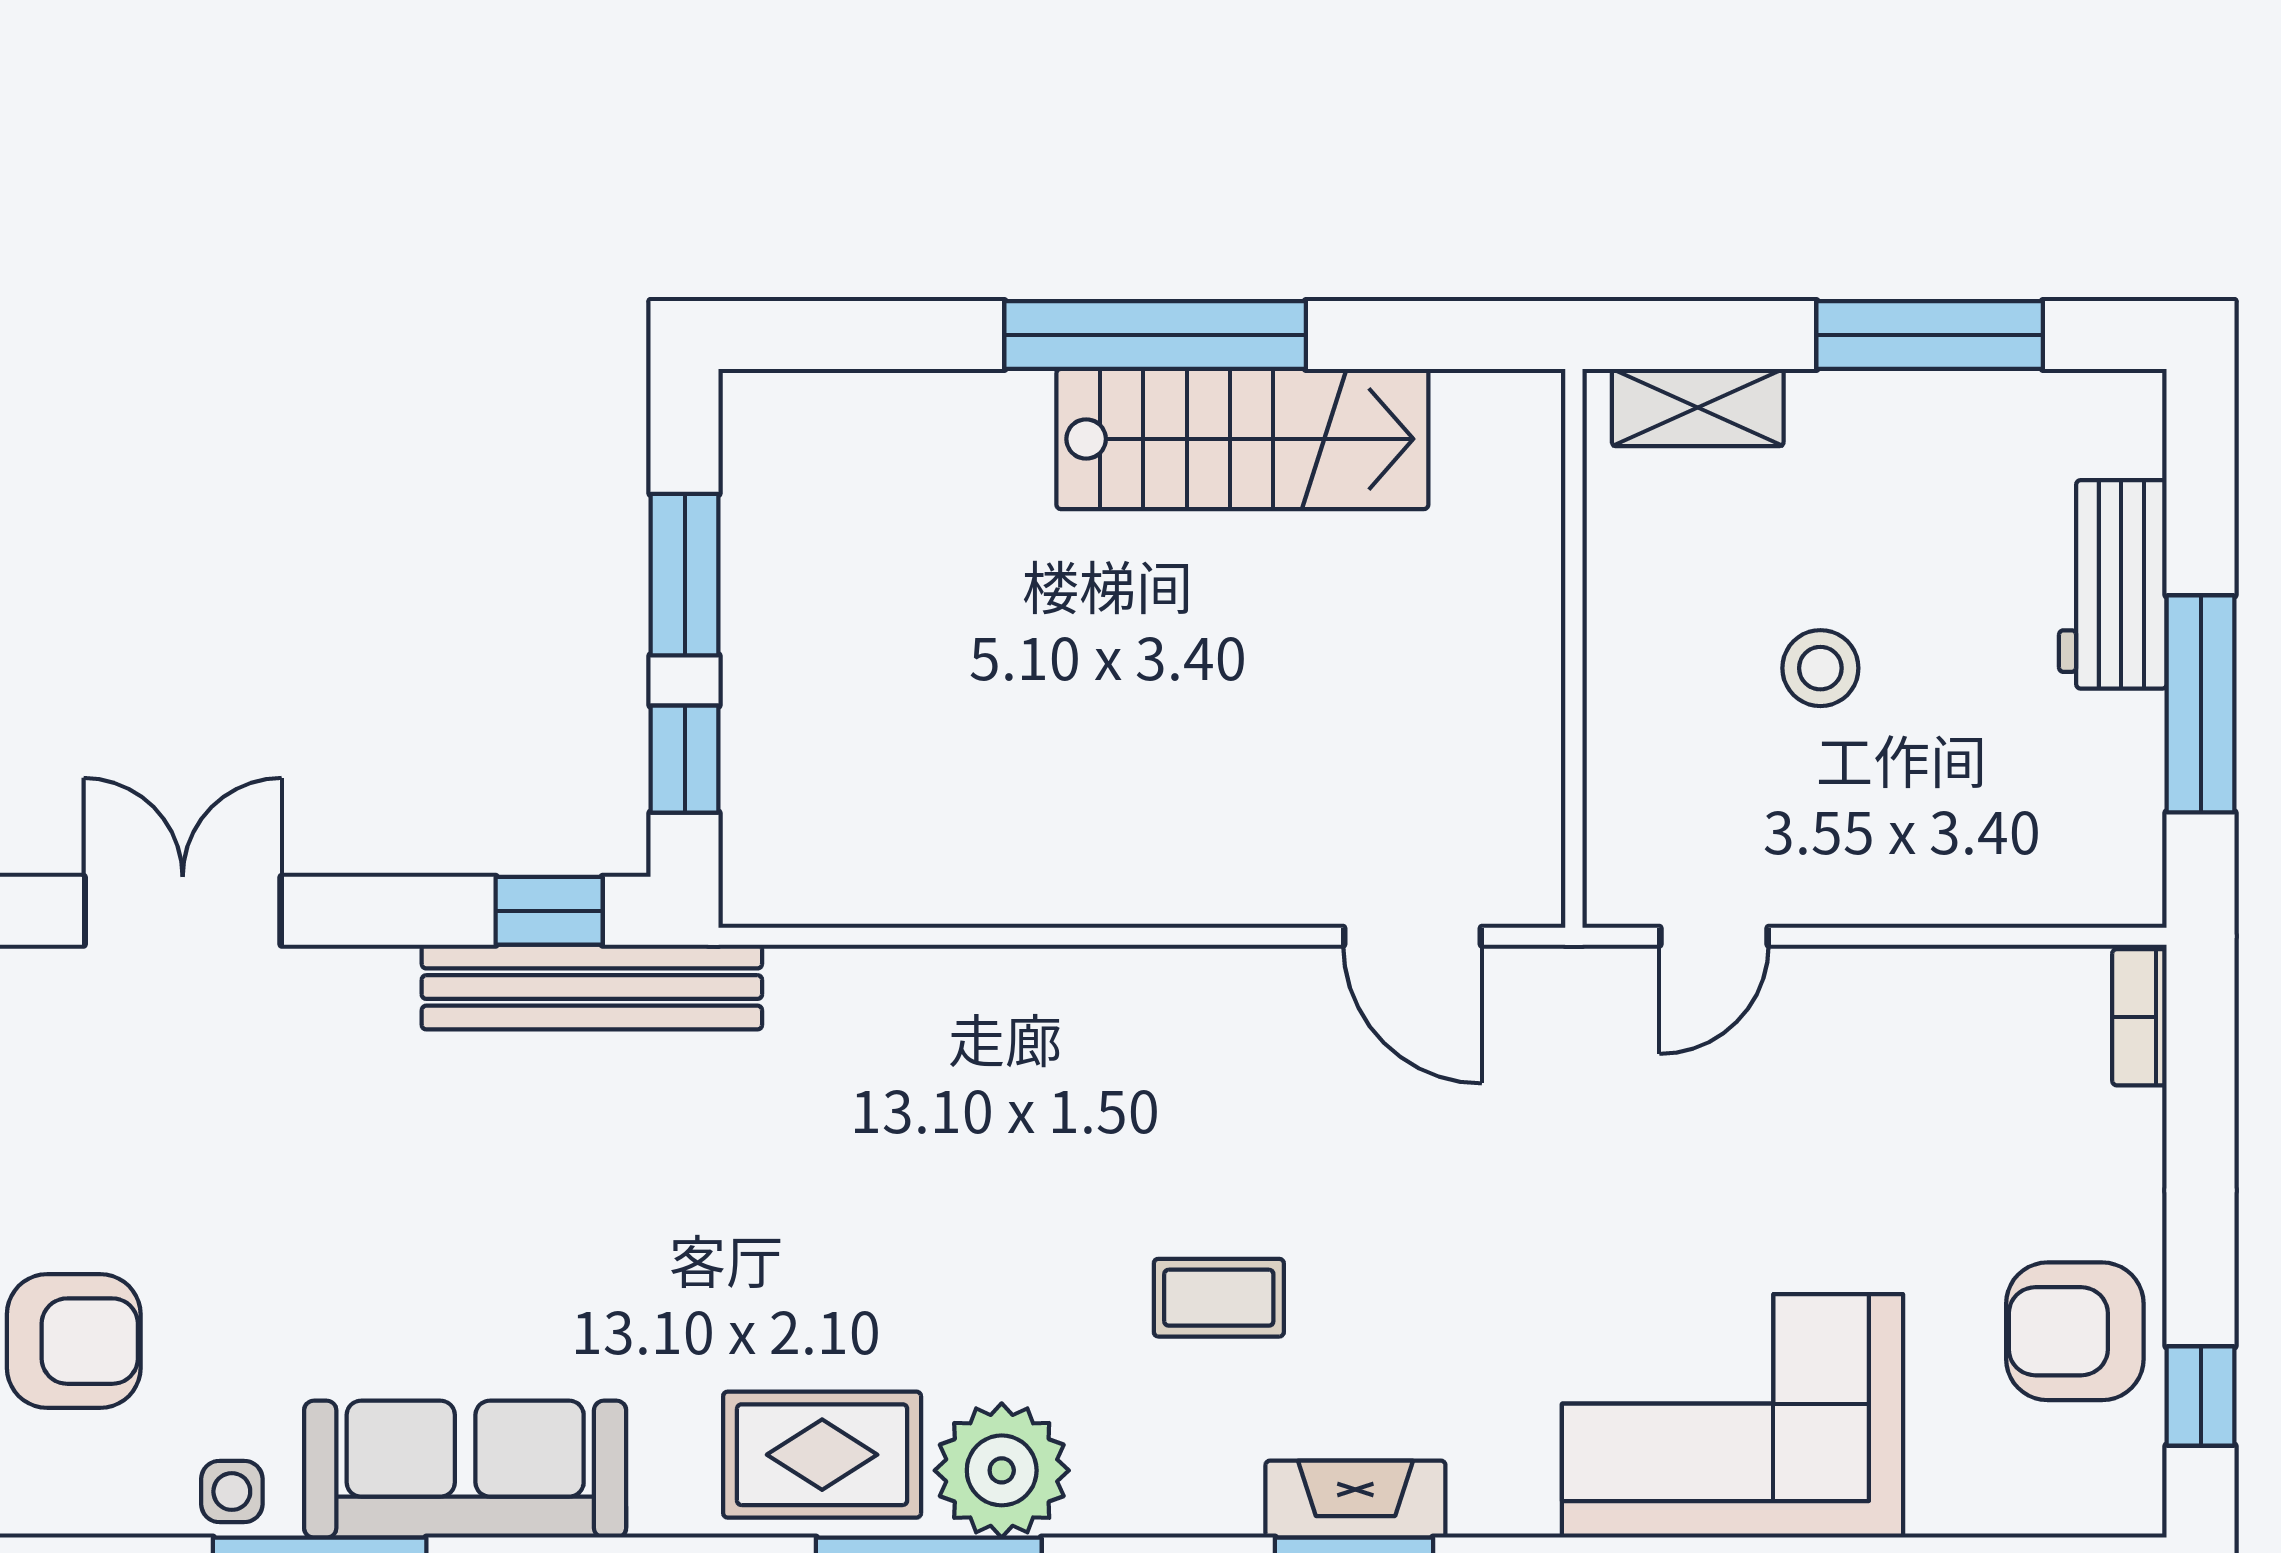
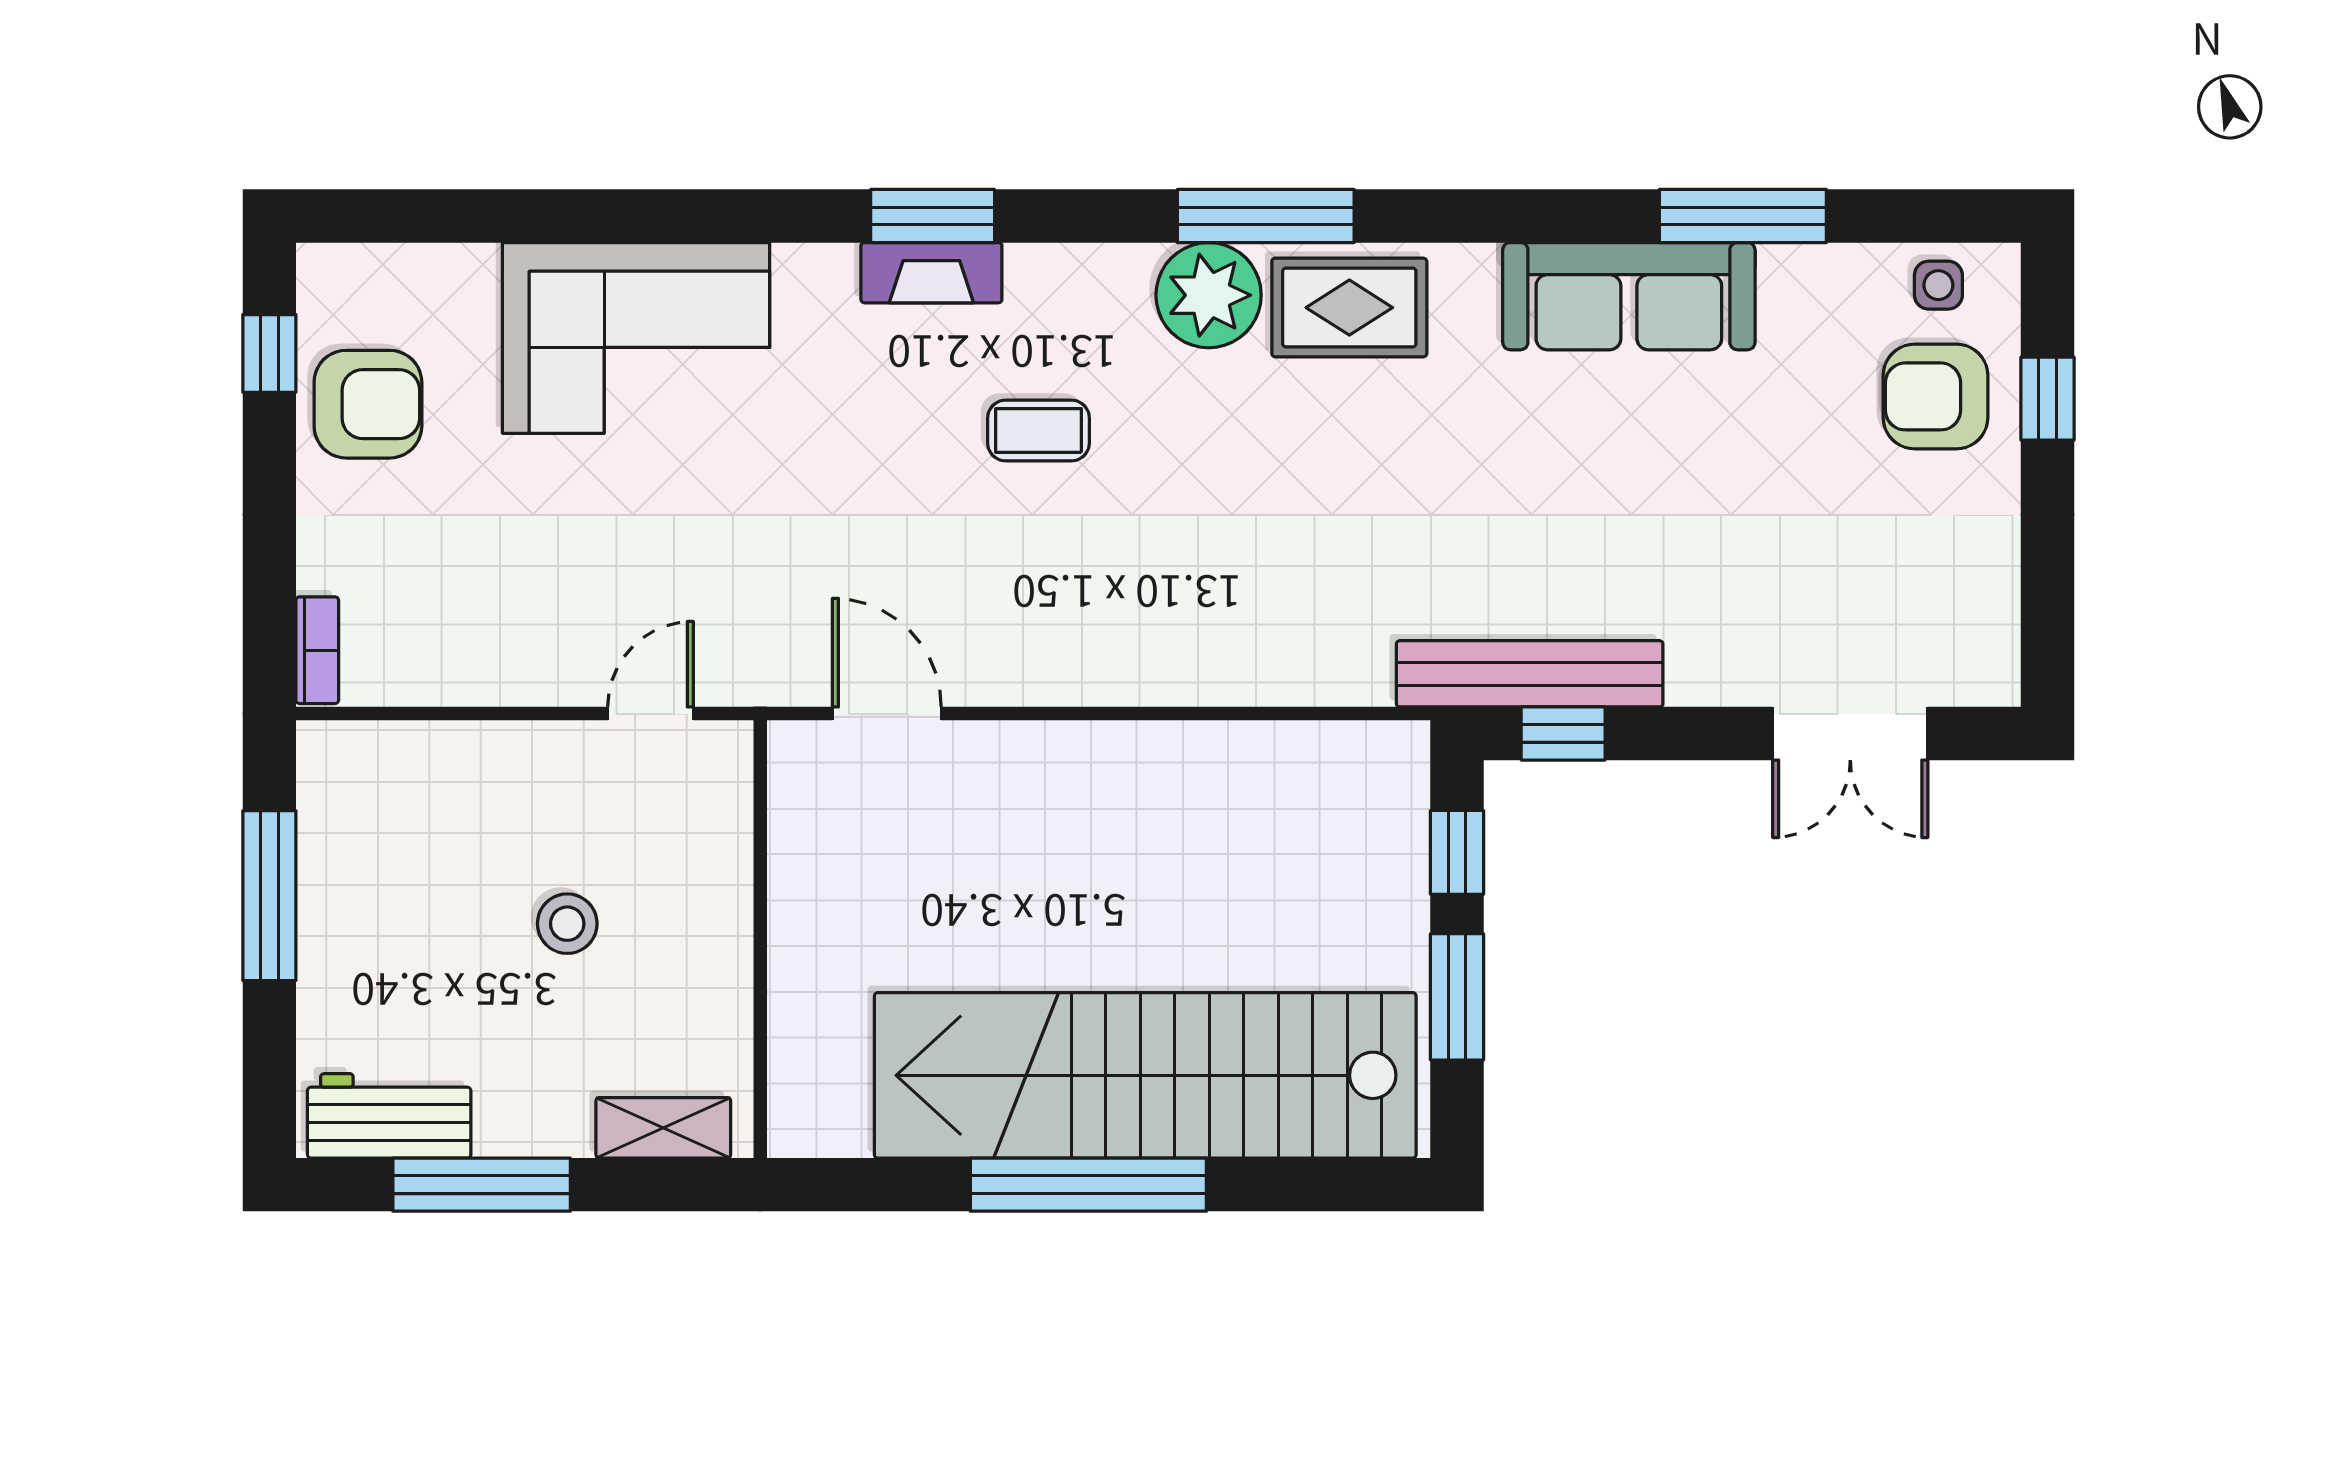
stairs: (1242, 439) -> (1145, 1075), width x1.86, depth x1.51
workbench: (2113, 584) -> (389, 1116), moved, turned -90
side table: (232, 1492) -> (1938, 285), moved

